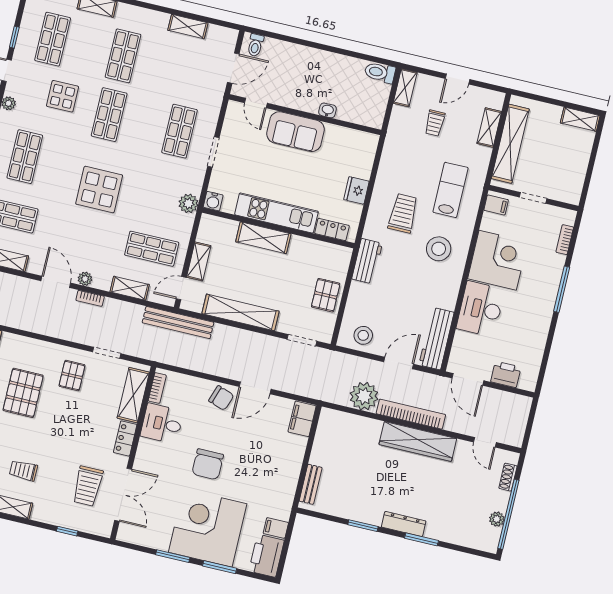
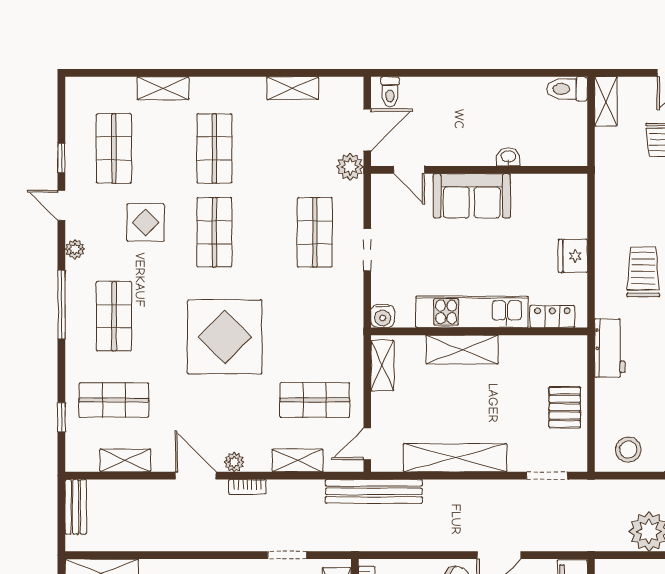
display table: (99, 190) -> (225, 337), width x1.36, depth x1.36
plant: (188, 203) -> (350, 167), moved
shelving: (199, 261) -> (382, 366), moved

